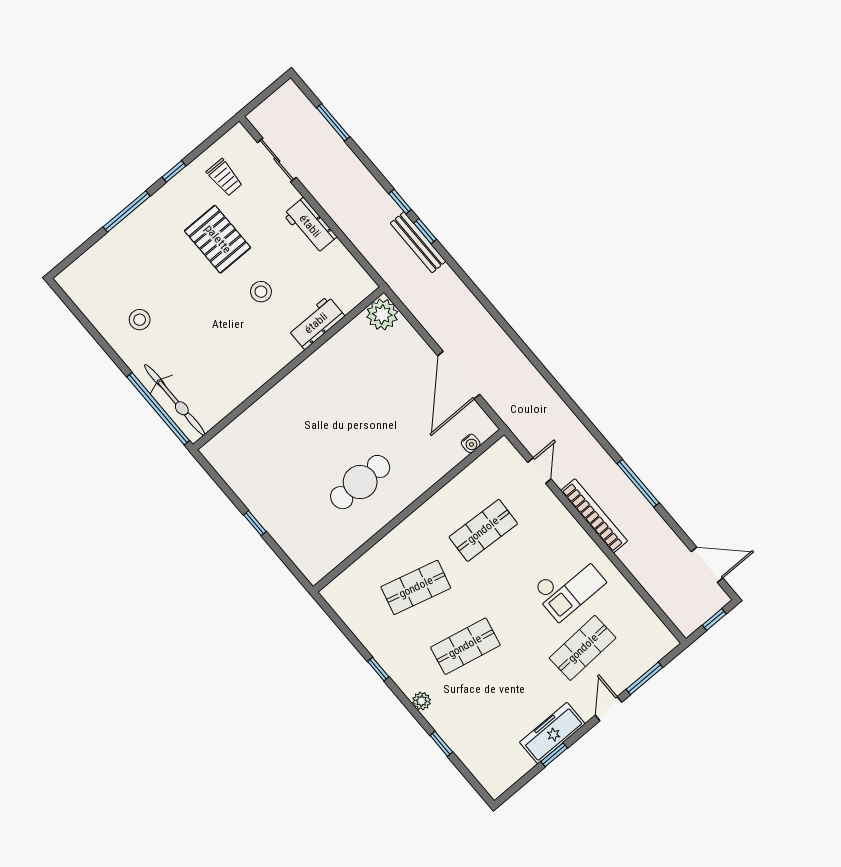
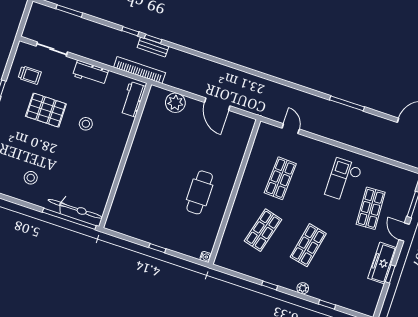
bench: (418, 242) -> (153, 47), width x0.73
plant: (382, 314) -> (175, 103), moved
workbench: (316, 323) -> (133, 99), moved
door: (459, 375) -> (217, 104), width x0.73
water cooler: (471, 443) -> (206, 257), moved
bookcase: (594, 516) -> (140, 70), moved
checkout: (569, 586) -> (343, 180), turned 180

